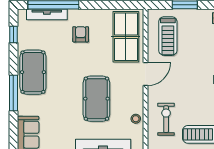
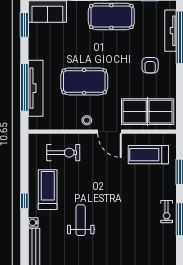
armchair: (81, 34) -> (150, 65), turned 90
stool: (136, 119) -> (87, 120), moved

